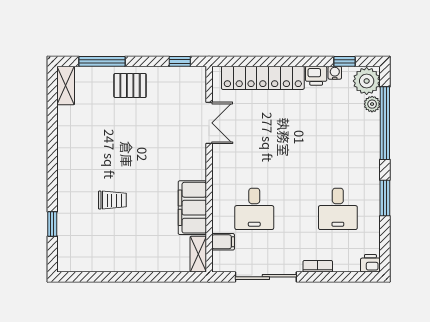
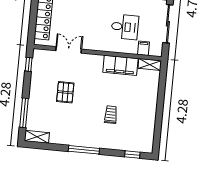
pallet: (130, 85) -> (65, 92), moved
window: (52, 162) -> (84, 150), added
window: (52, 224) -> (132, 154), moved

